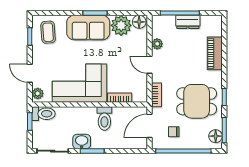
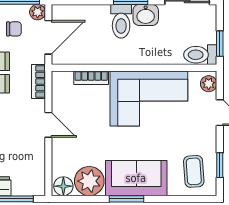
plant: (157, 44) -> (38, 12), moved
toilet: (104, 119) -> (121, 21), moved, turned 180

